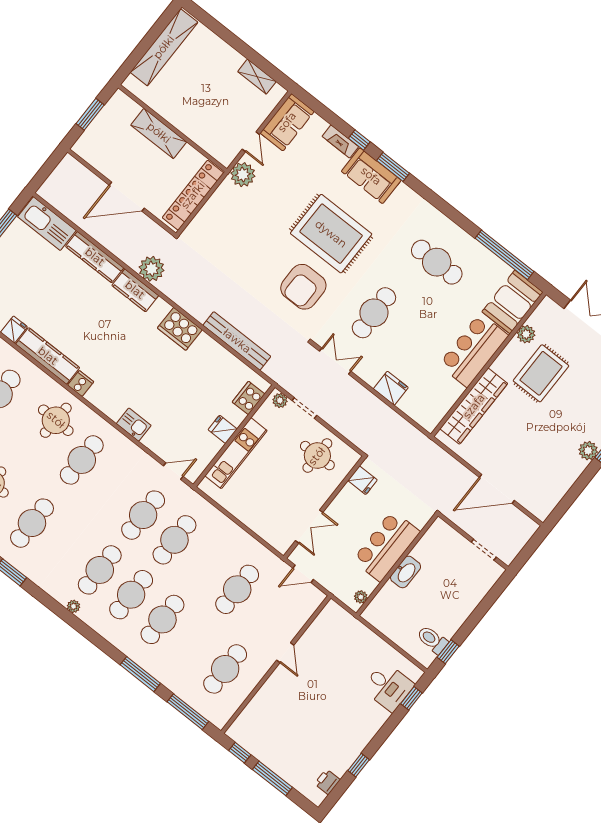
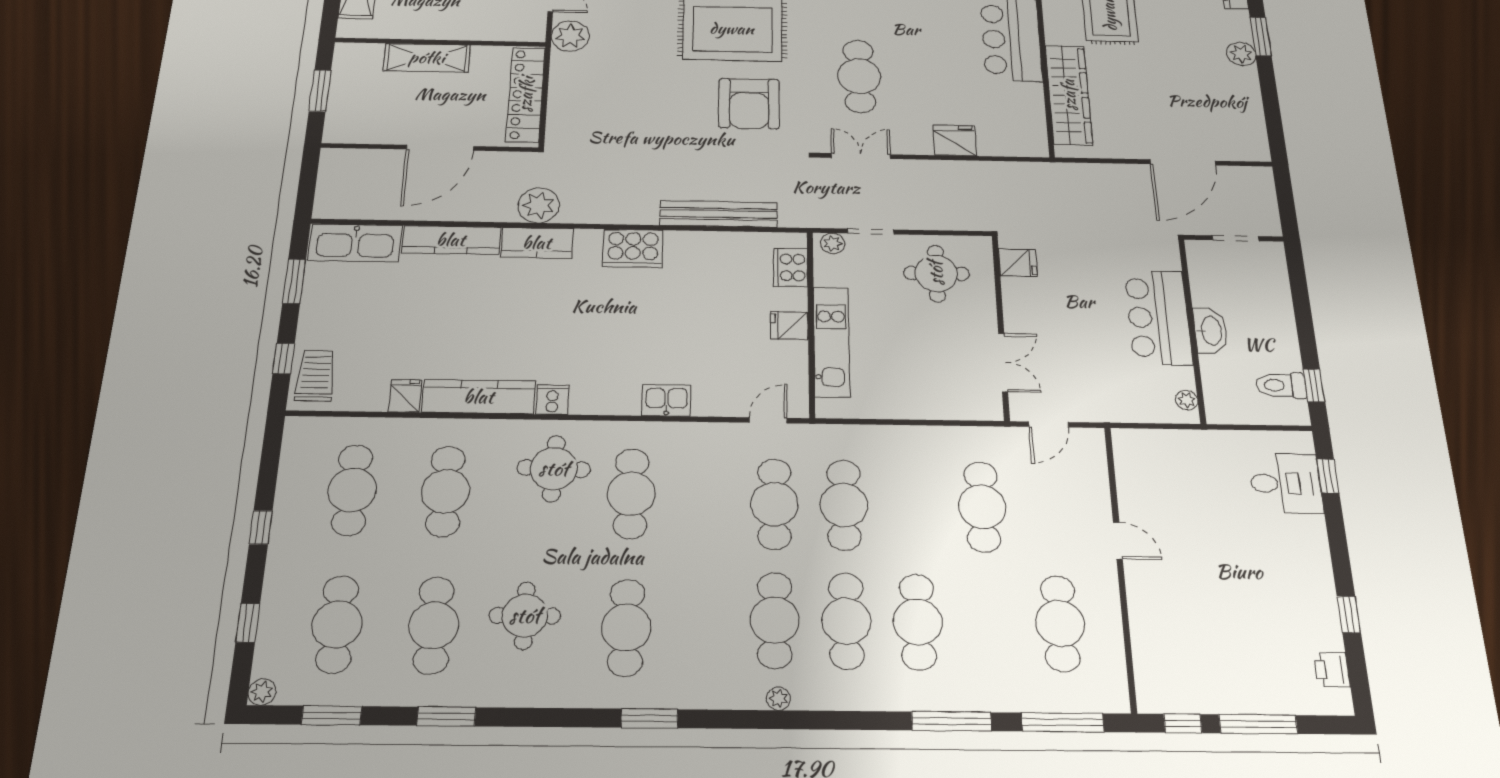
bar counter: (386, 546) -> (1158, 317), moved
wall: (397, 565) -> (1192, 329), moved
washbasin: (406, 572) -> (1211, 331), moved
plant: (361, 597) -> (1187, 400), moved

